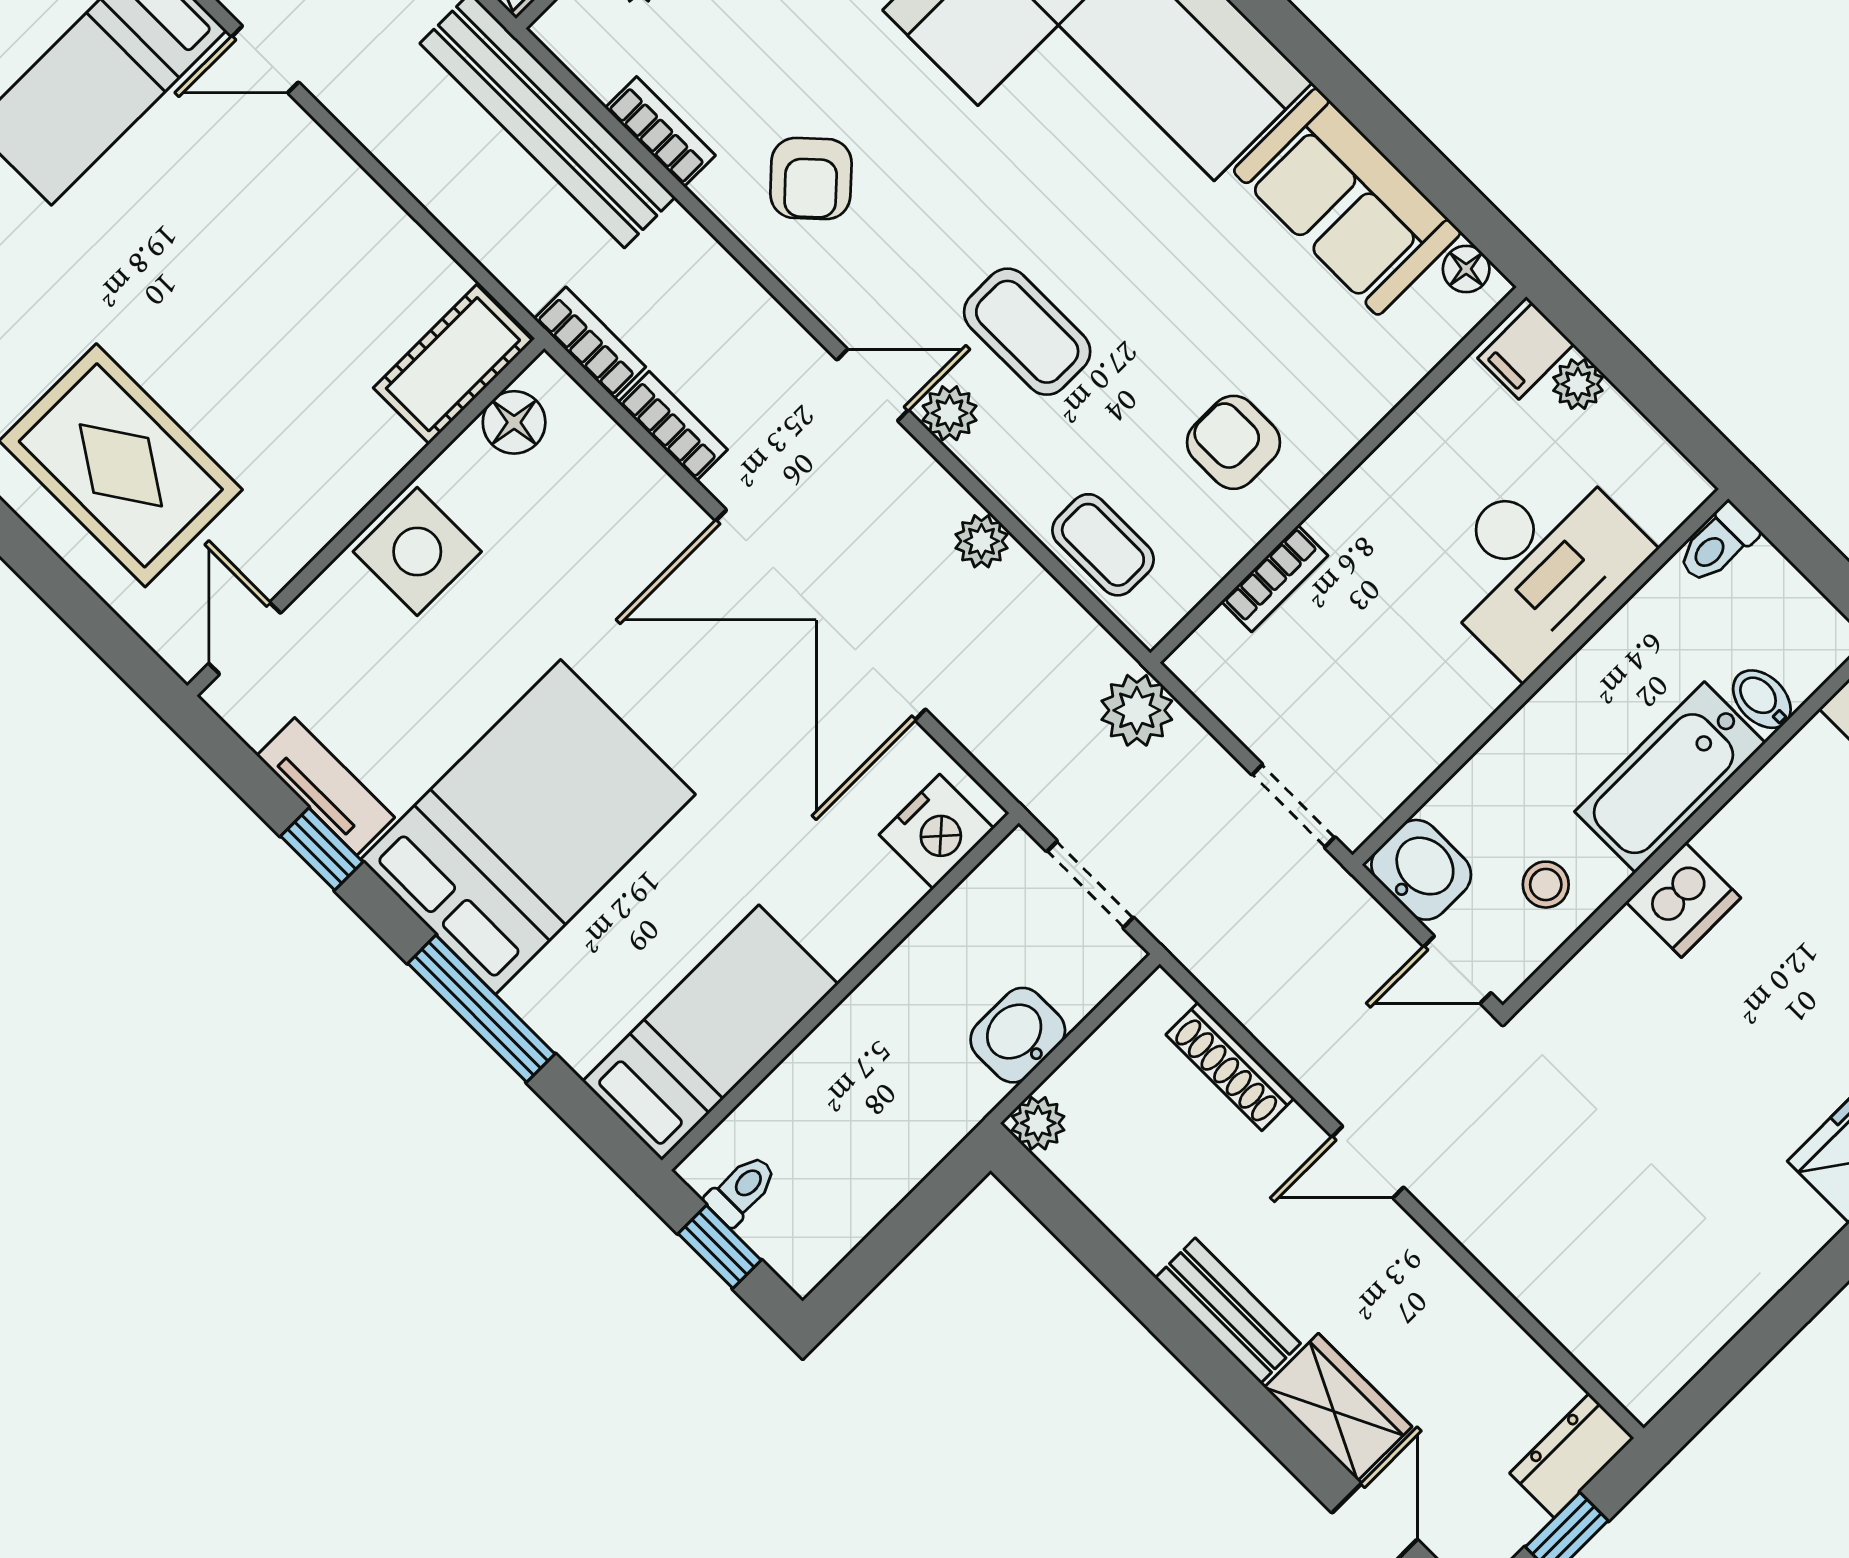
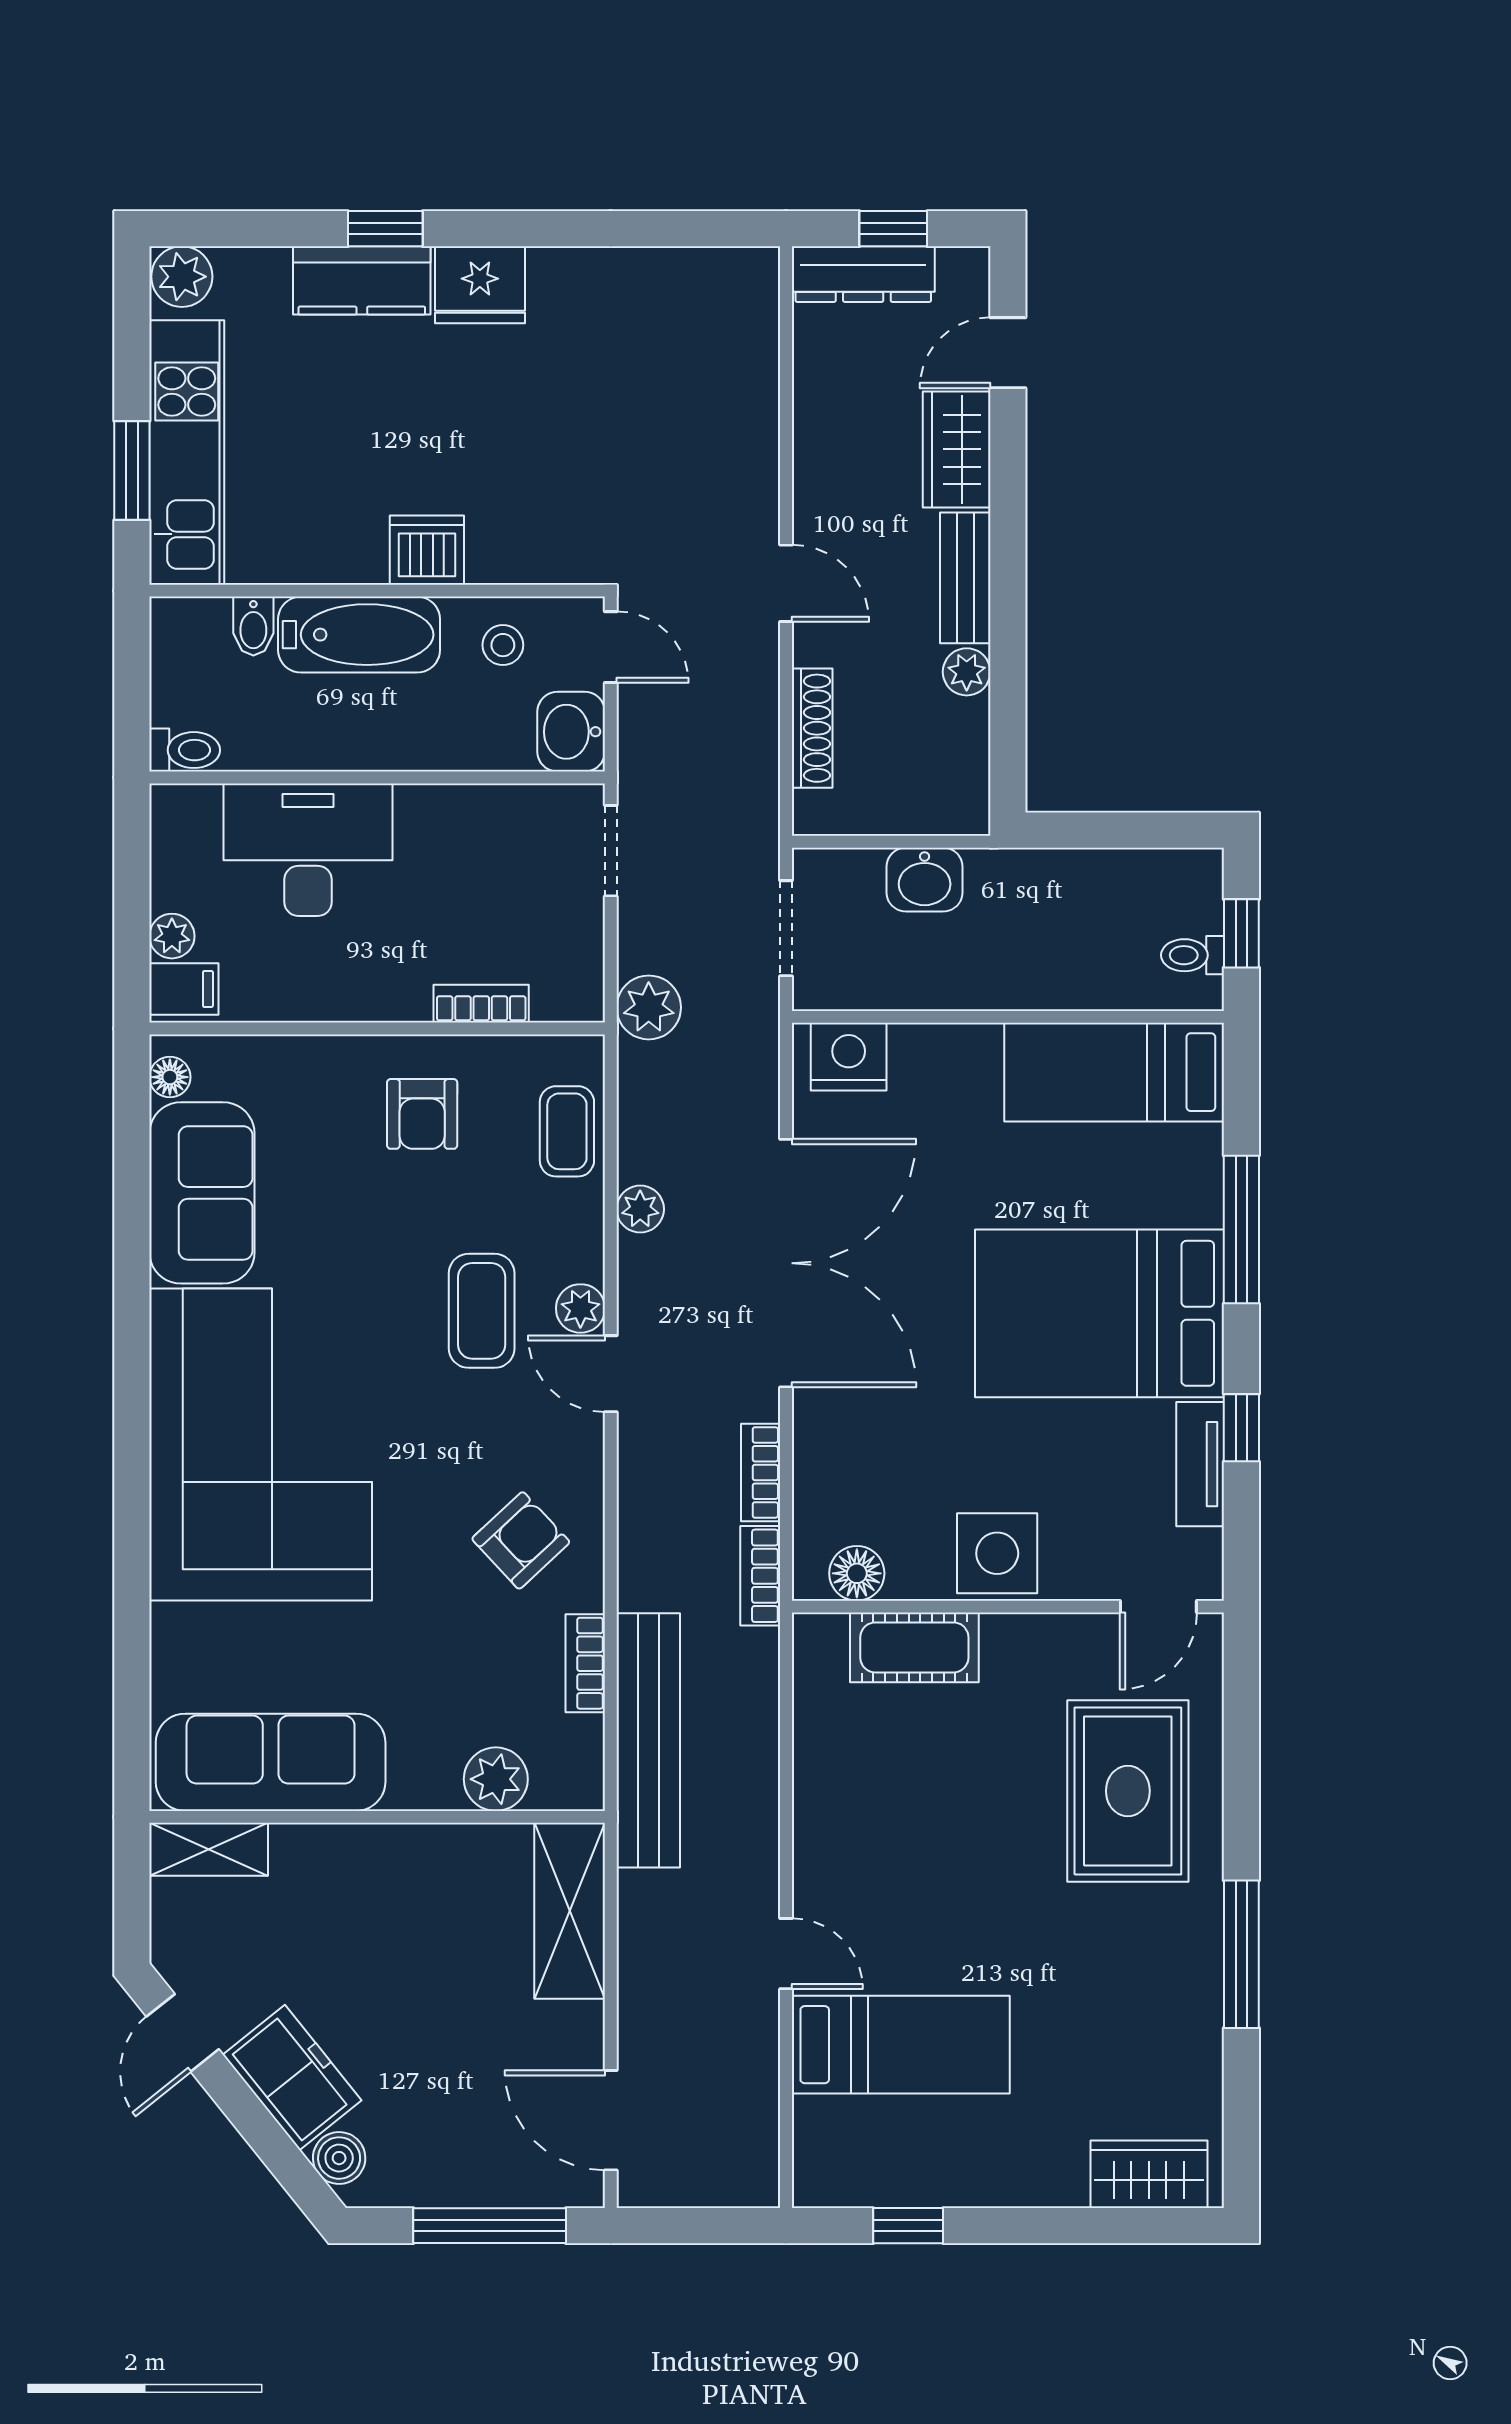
cot: (453, 364) -> (914, 1647), moved
plant: (1038, 1123) -> (967, 672), moved
dresser: (1572, 1456) -> (863, 274), width x1.44

